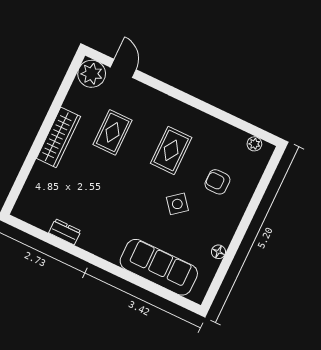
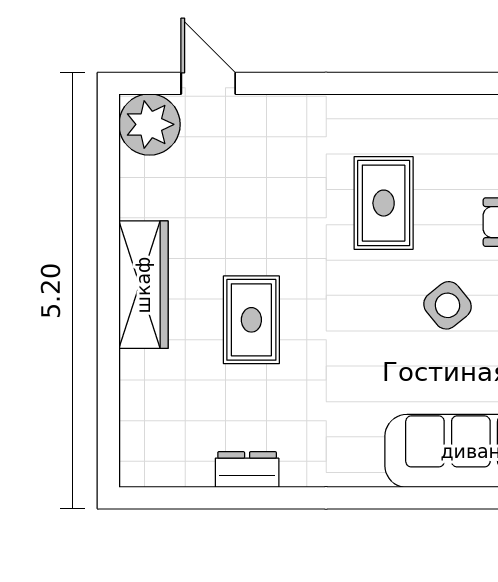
rug: (113, 132) -> (251, 320), moved

